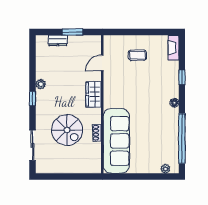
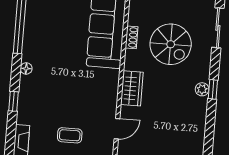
plant: (41, 84) -> (202, 89), moved
spiral stairs: (67, 130) -> (171, 44), turned 180

